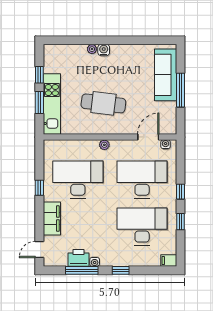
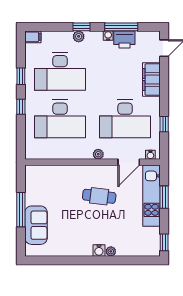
window: (39, 75) -> (164, 242), moved
sofa: (166, 75) -> (36, 225), width x0.73
cafe table: (103, 103) -> (99, 196), width x0.73, depth x0.74
door: (148, 137) -> (129, 162), moved
water cooler: (166, 144) -> (150, 155), moved
window: (39, 188) -> (164, 124), moved
plant: (124, 261) -> (79, 36), added

